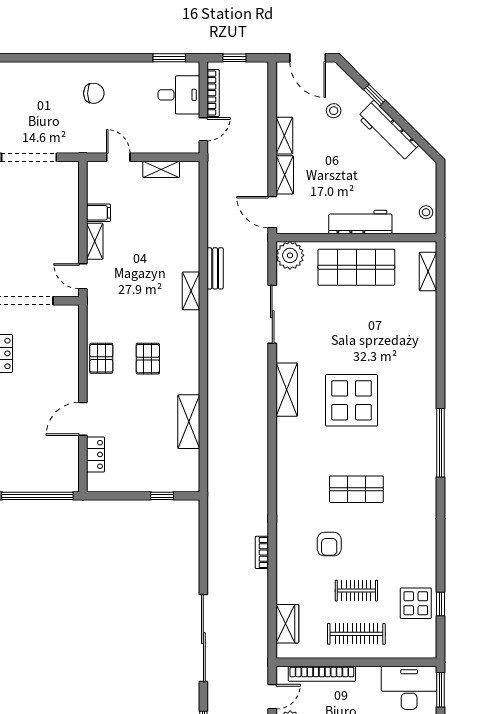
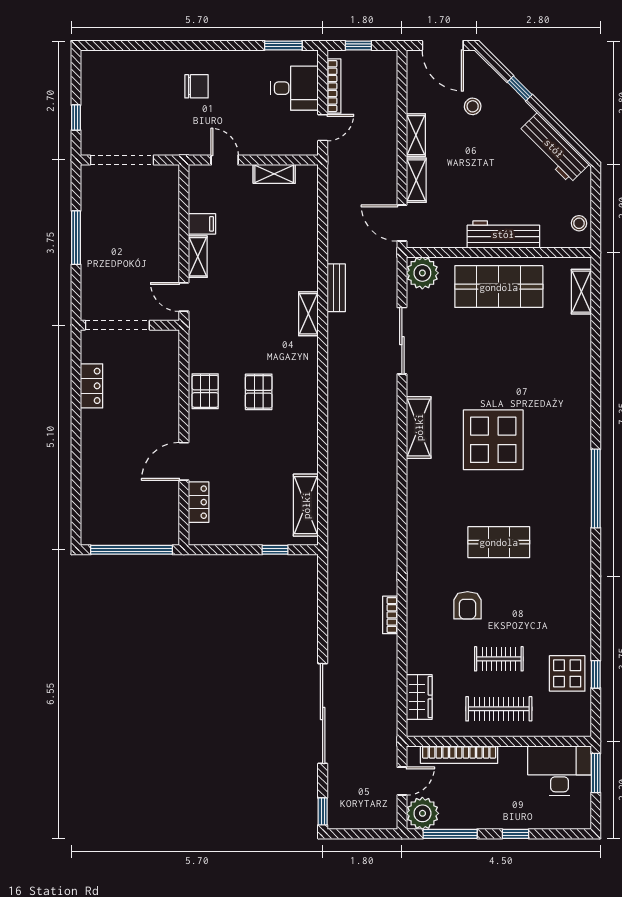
workbench: (388, 131) -> (554, 148), moved
shelving: (189, 422) -> (306, 505), moved

